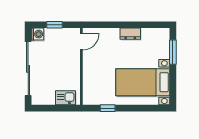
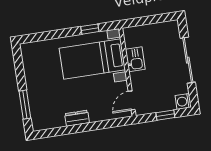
sliding door: (28, 69) -> (188, 60), width x0.73
bed with nightstands: (143, 82) -> (92, 59), moved, turned 180
kitchen sink: (66, 98) -> (135, 59), moved, turned -90

